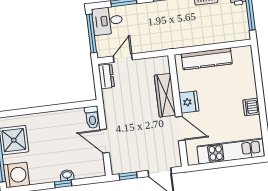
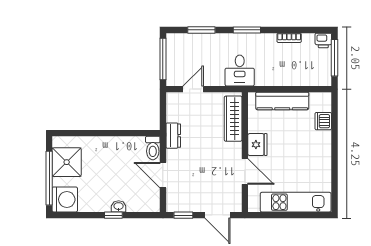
desk: (107, 21) -> (240, 71), moved, turned -90
dresser: (106, 76) -> (173, 136), moved
wardrobe: (165, 95) -> (233, 119), moved
dishwasher: (251, 107) -> (323, 121), moved

